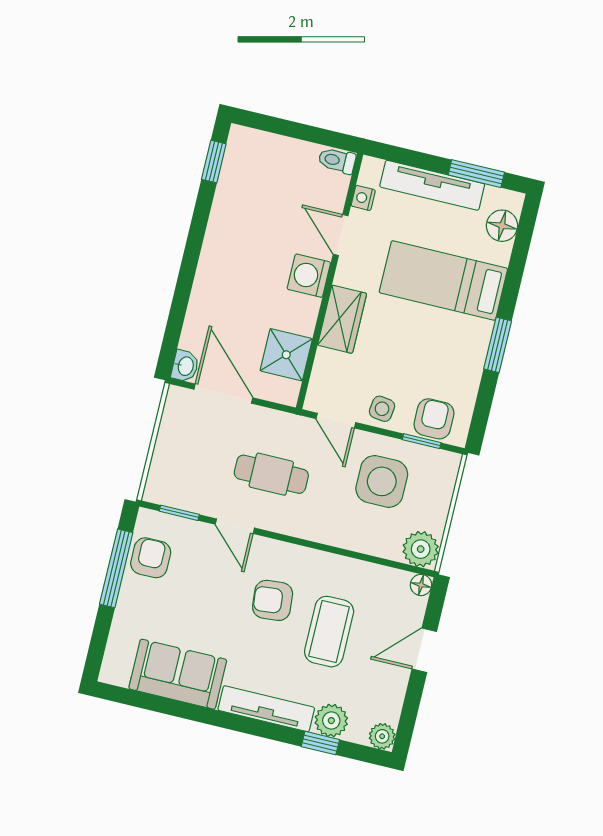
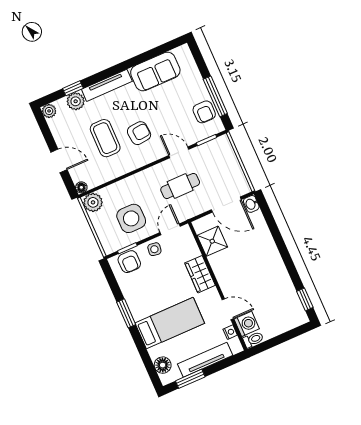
washing machine: (309, 276) -> (247, 324), moved
door: (336, 421) -> (170, 229), hinge flipped
door: (424, 650) -> (59, 161), hinge flipped

